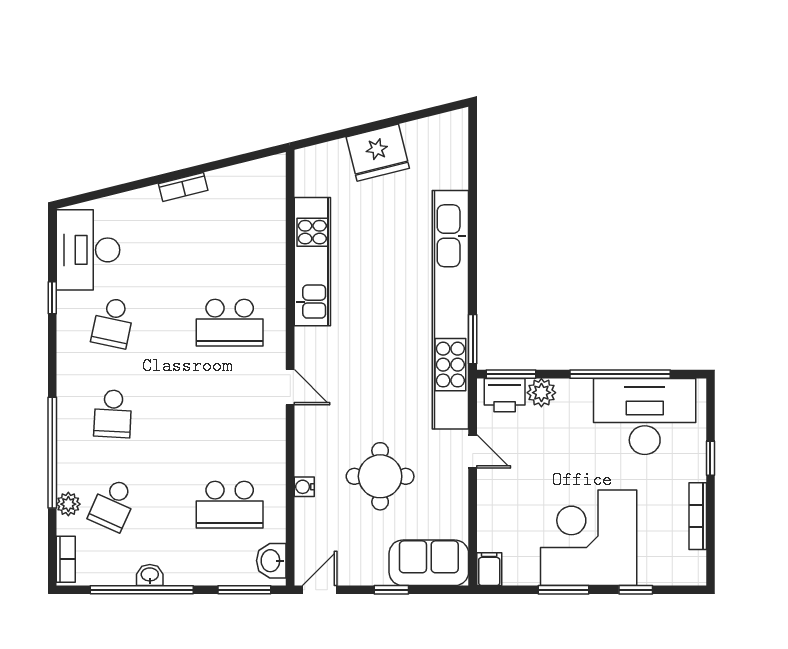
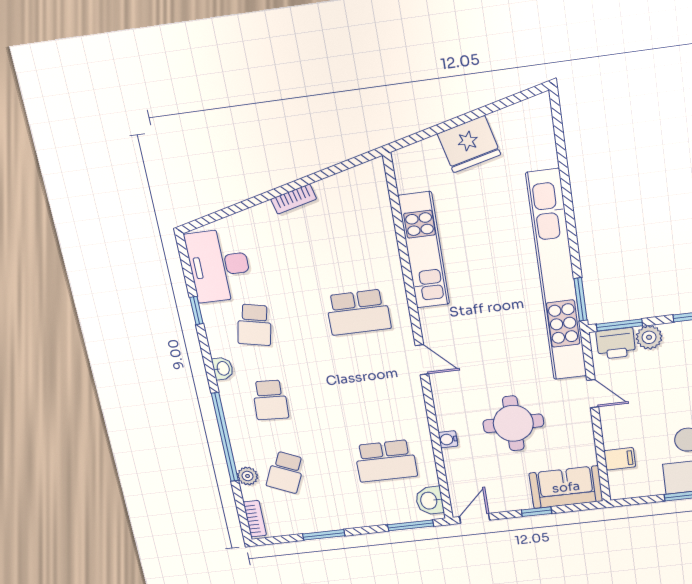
filing cabinet: (489, 569) -> (620, 459), moved, turned 90
washbasin: (150, 575) -> (223, 368), moved, turned 90
window: (142, 590) -> (324, 535), width x0.47

